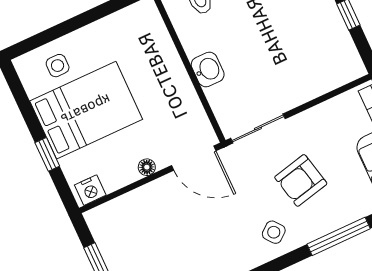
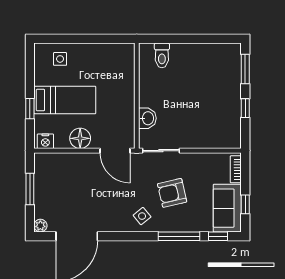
washbasin: (208, 70) -> (147, 118), moved
bed: (86, 110) -> (65, 100), width x0.67
floor lamp: (147, 167) -> (80, 138), width x1.89, depth x1.89

